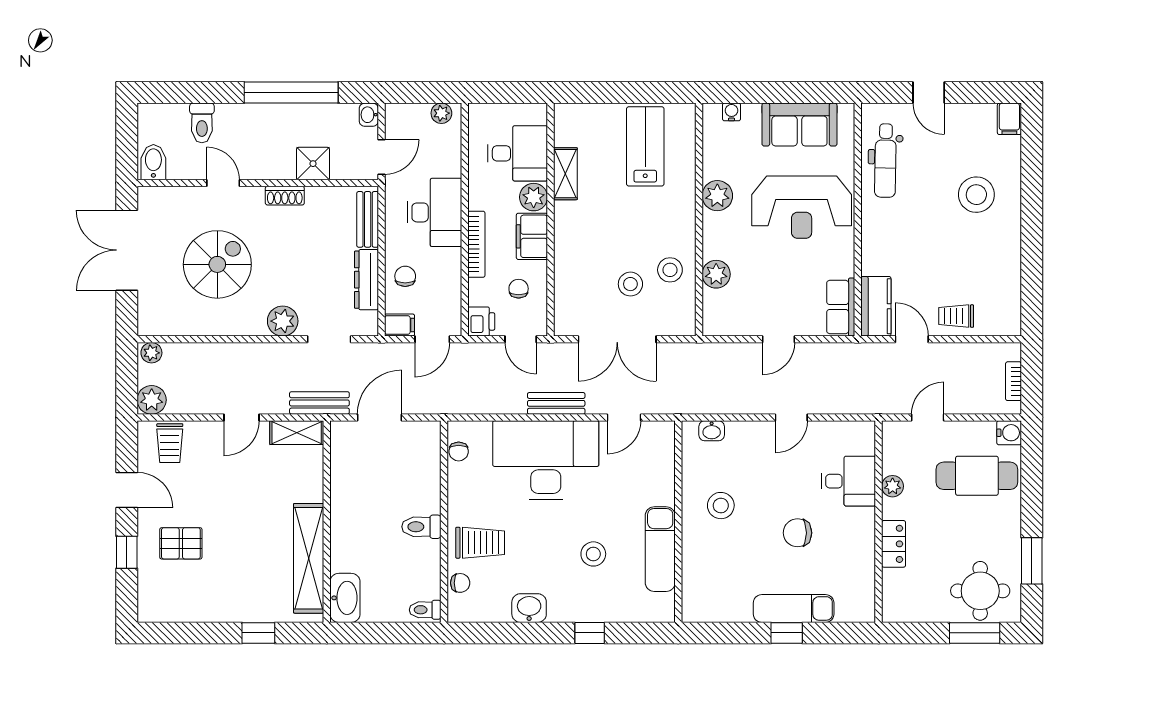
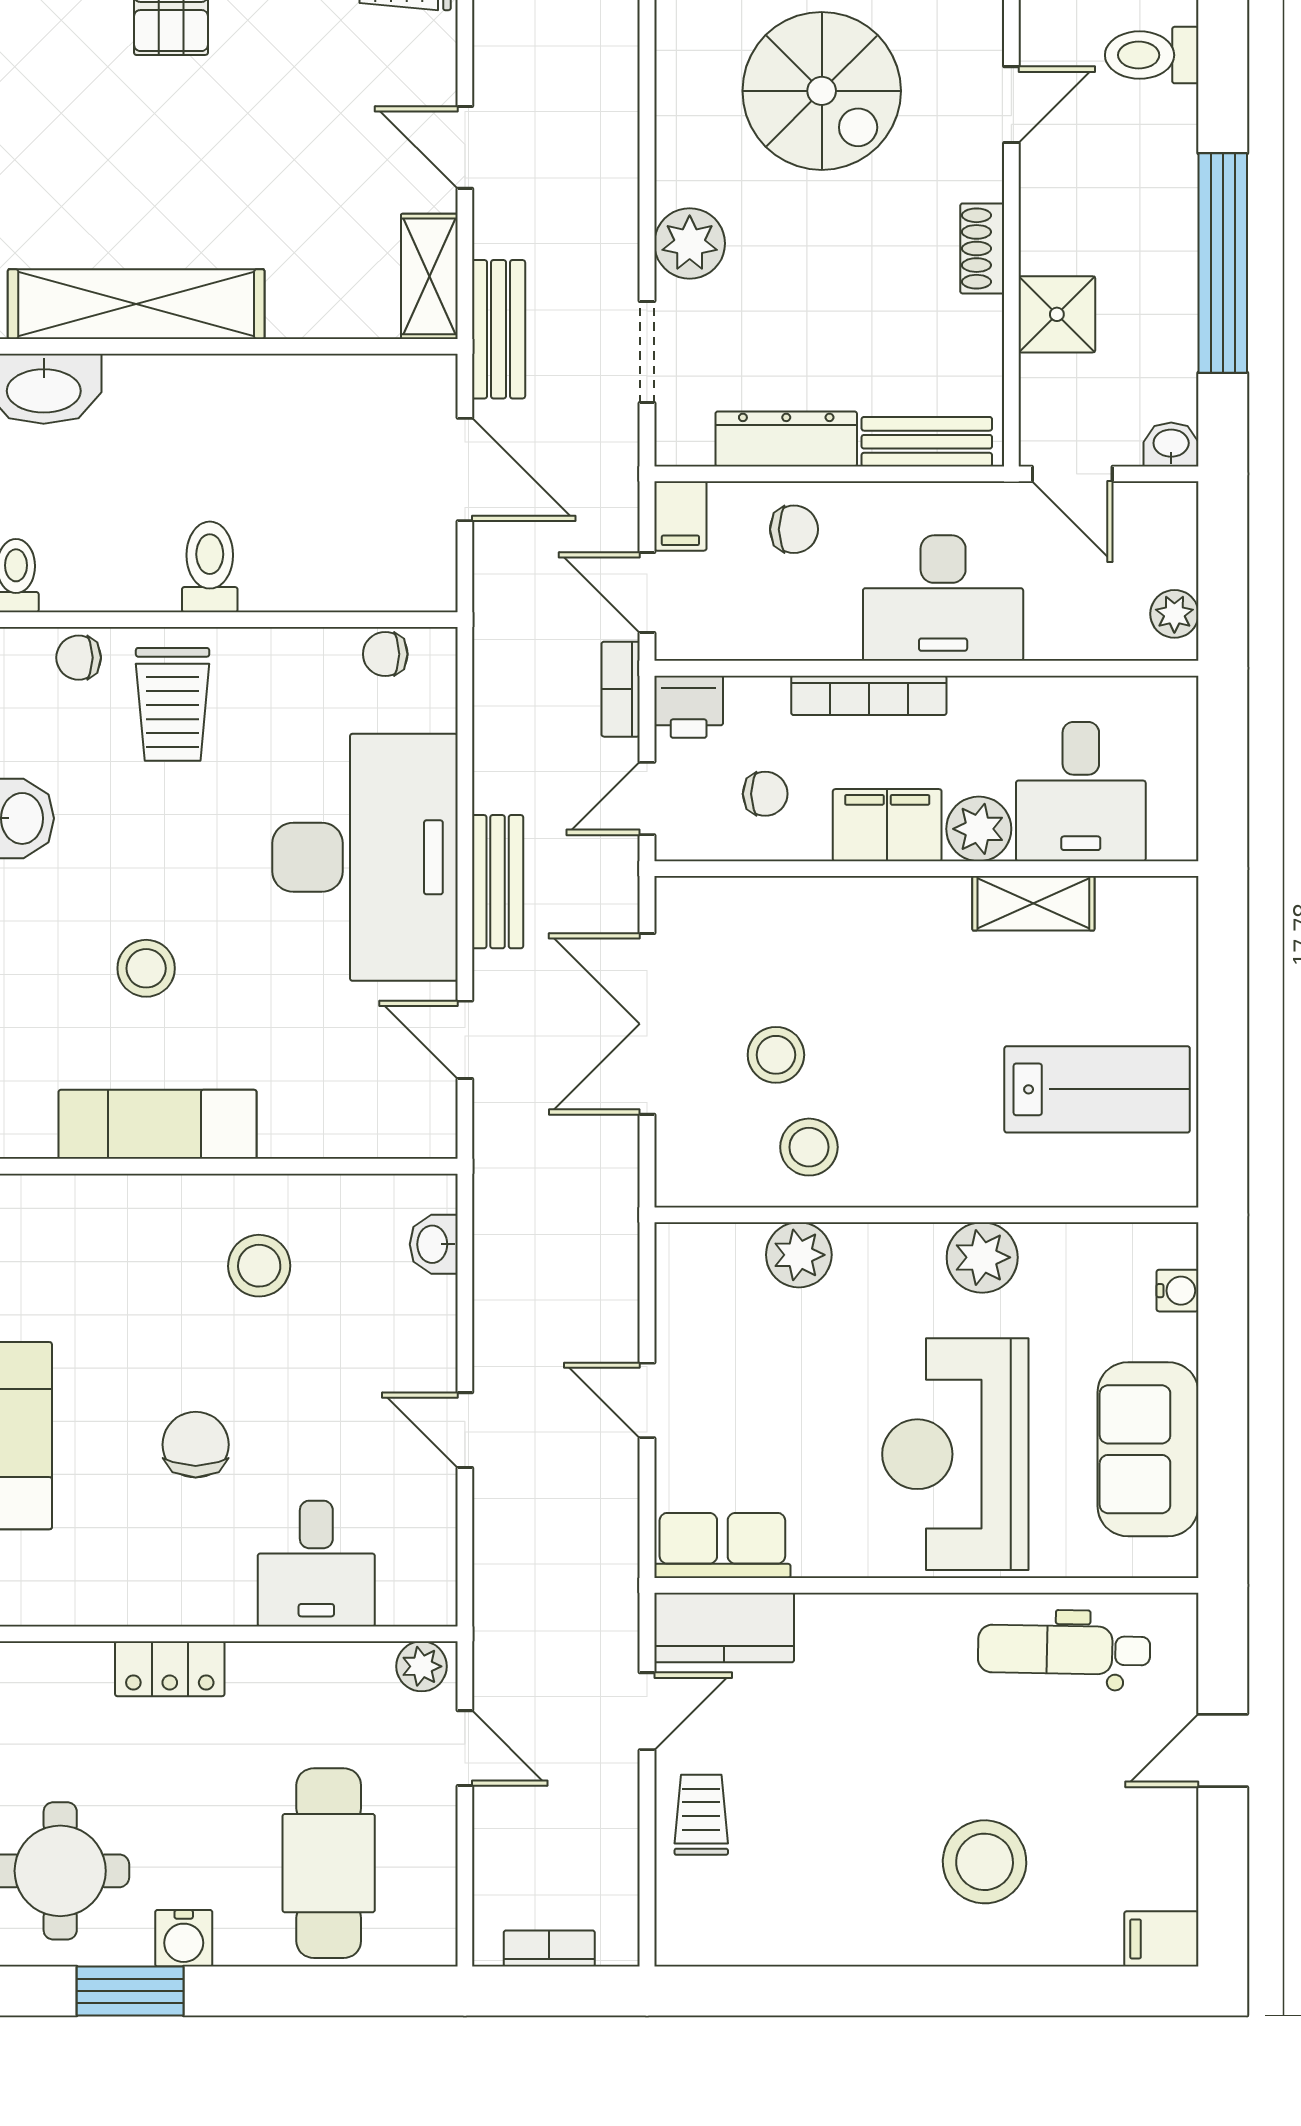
bookcase: (474, 351) -> (621, 689), added
water cooler: (1009, 433) -> (184, 1938), moved
plant: (893, 486) -> (422, 1666), moved
chair: (460, 583) -> (79, 658), turned 90

